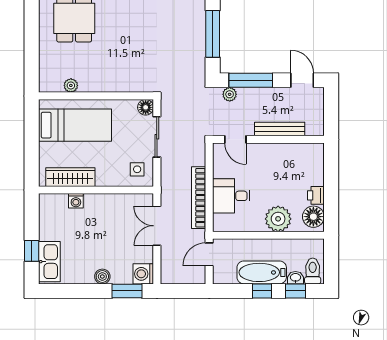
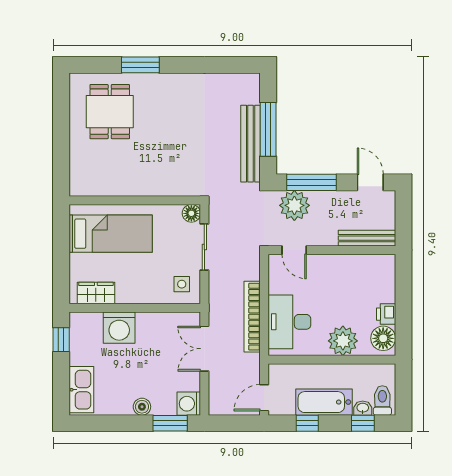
bench: (197, 46) -> (251, 144), added
plant: (71, 85) -> (106, 188), removed
plant: (230, 94) -> (294, 205), width x1.88, depth x1.88
bench: (280, 129) -> (367, 238), moved
wardrobe: (70, 177) -> (96, 293), width x0.67
desk: (231, 196) -> (289, 322), width x1.37
washing machine: (76, 201) -> (119, 328), width x1.89, depth x1.89
window: (32, 251) -> (61, 340), moved
door: (209, 254) -> (264, 398), moved
window: (262, 291) -> (307, 423), moved

